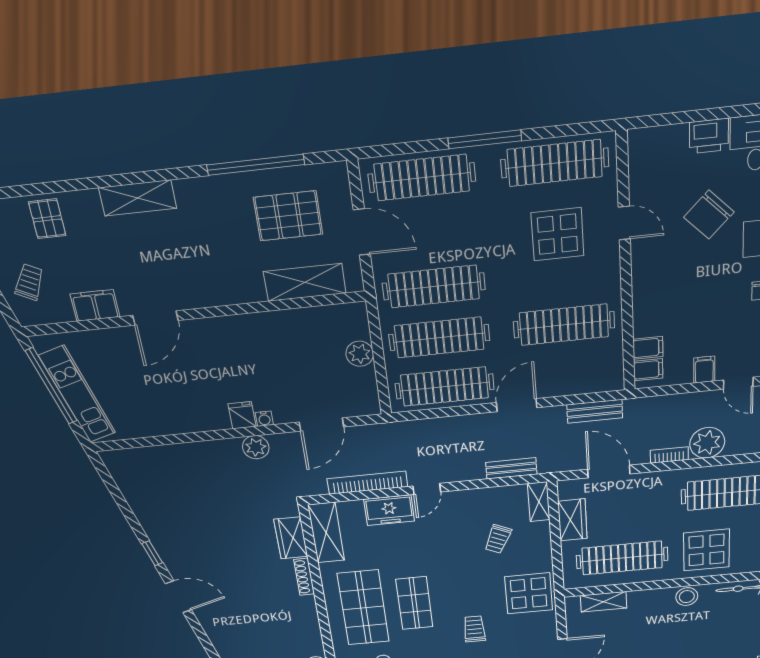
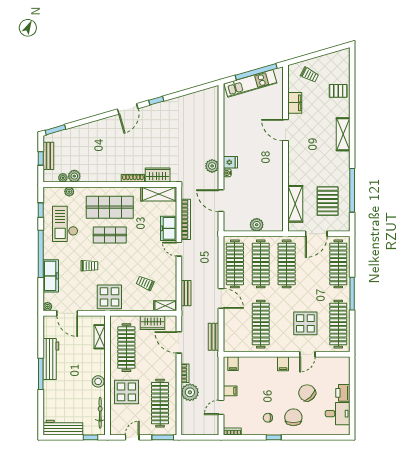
filing cabinet: (648, 348) -> (283, 364), moved
door: (609, 472) -> (179, 342), swing flipped

